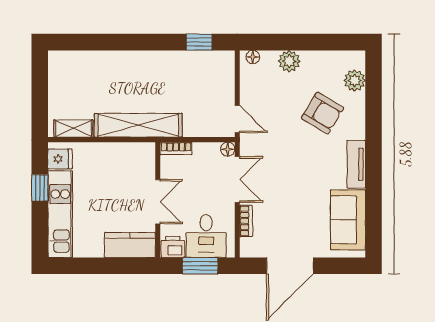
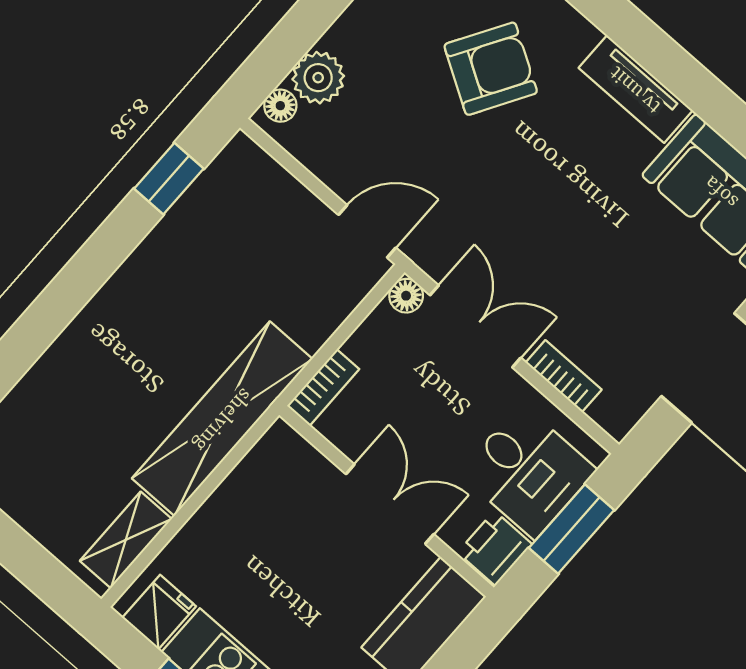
plant: (289, 61) -> (318, 78), moved

